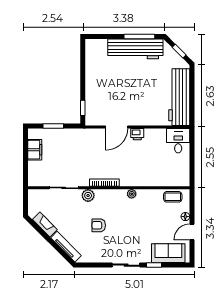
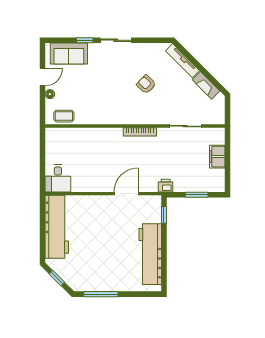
workbench: (135, 49) -> (150, 254), moved, turned -90
printer: (137, 134) -> (166, 186), moved
filing cabinet: (35, 150) -> (217, 157), moved
plant: (132, 194) -> (110, 119), removed
plant: (88, 196) -> (158, 117), removed
armchair: (99, 225) -> (146, 84), turned -136

